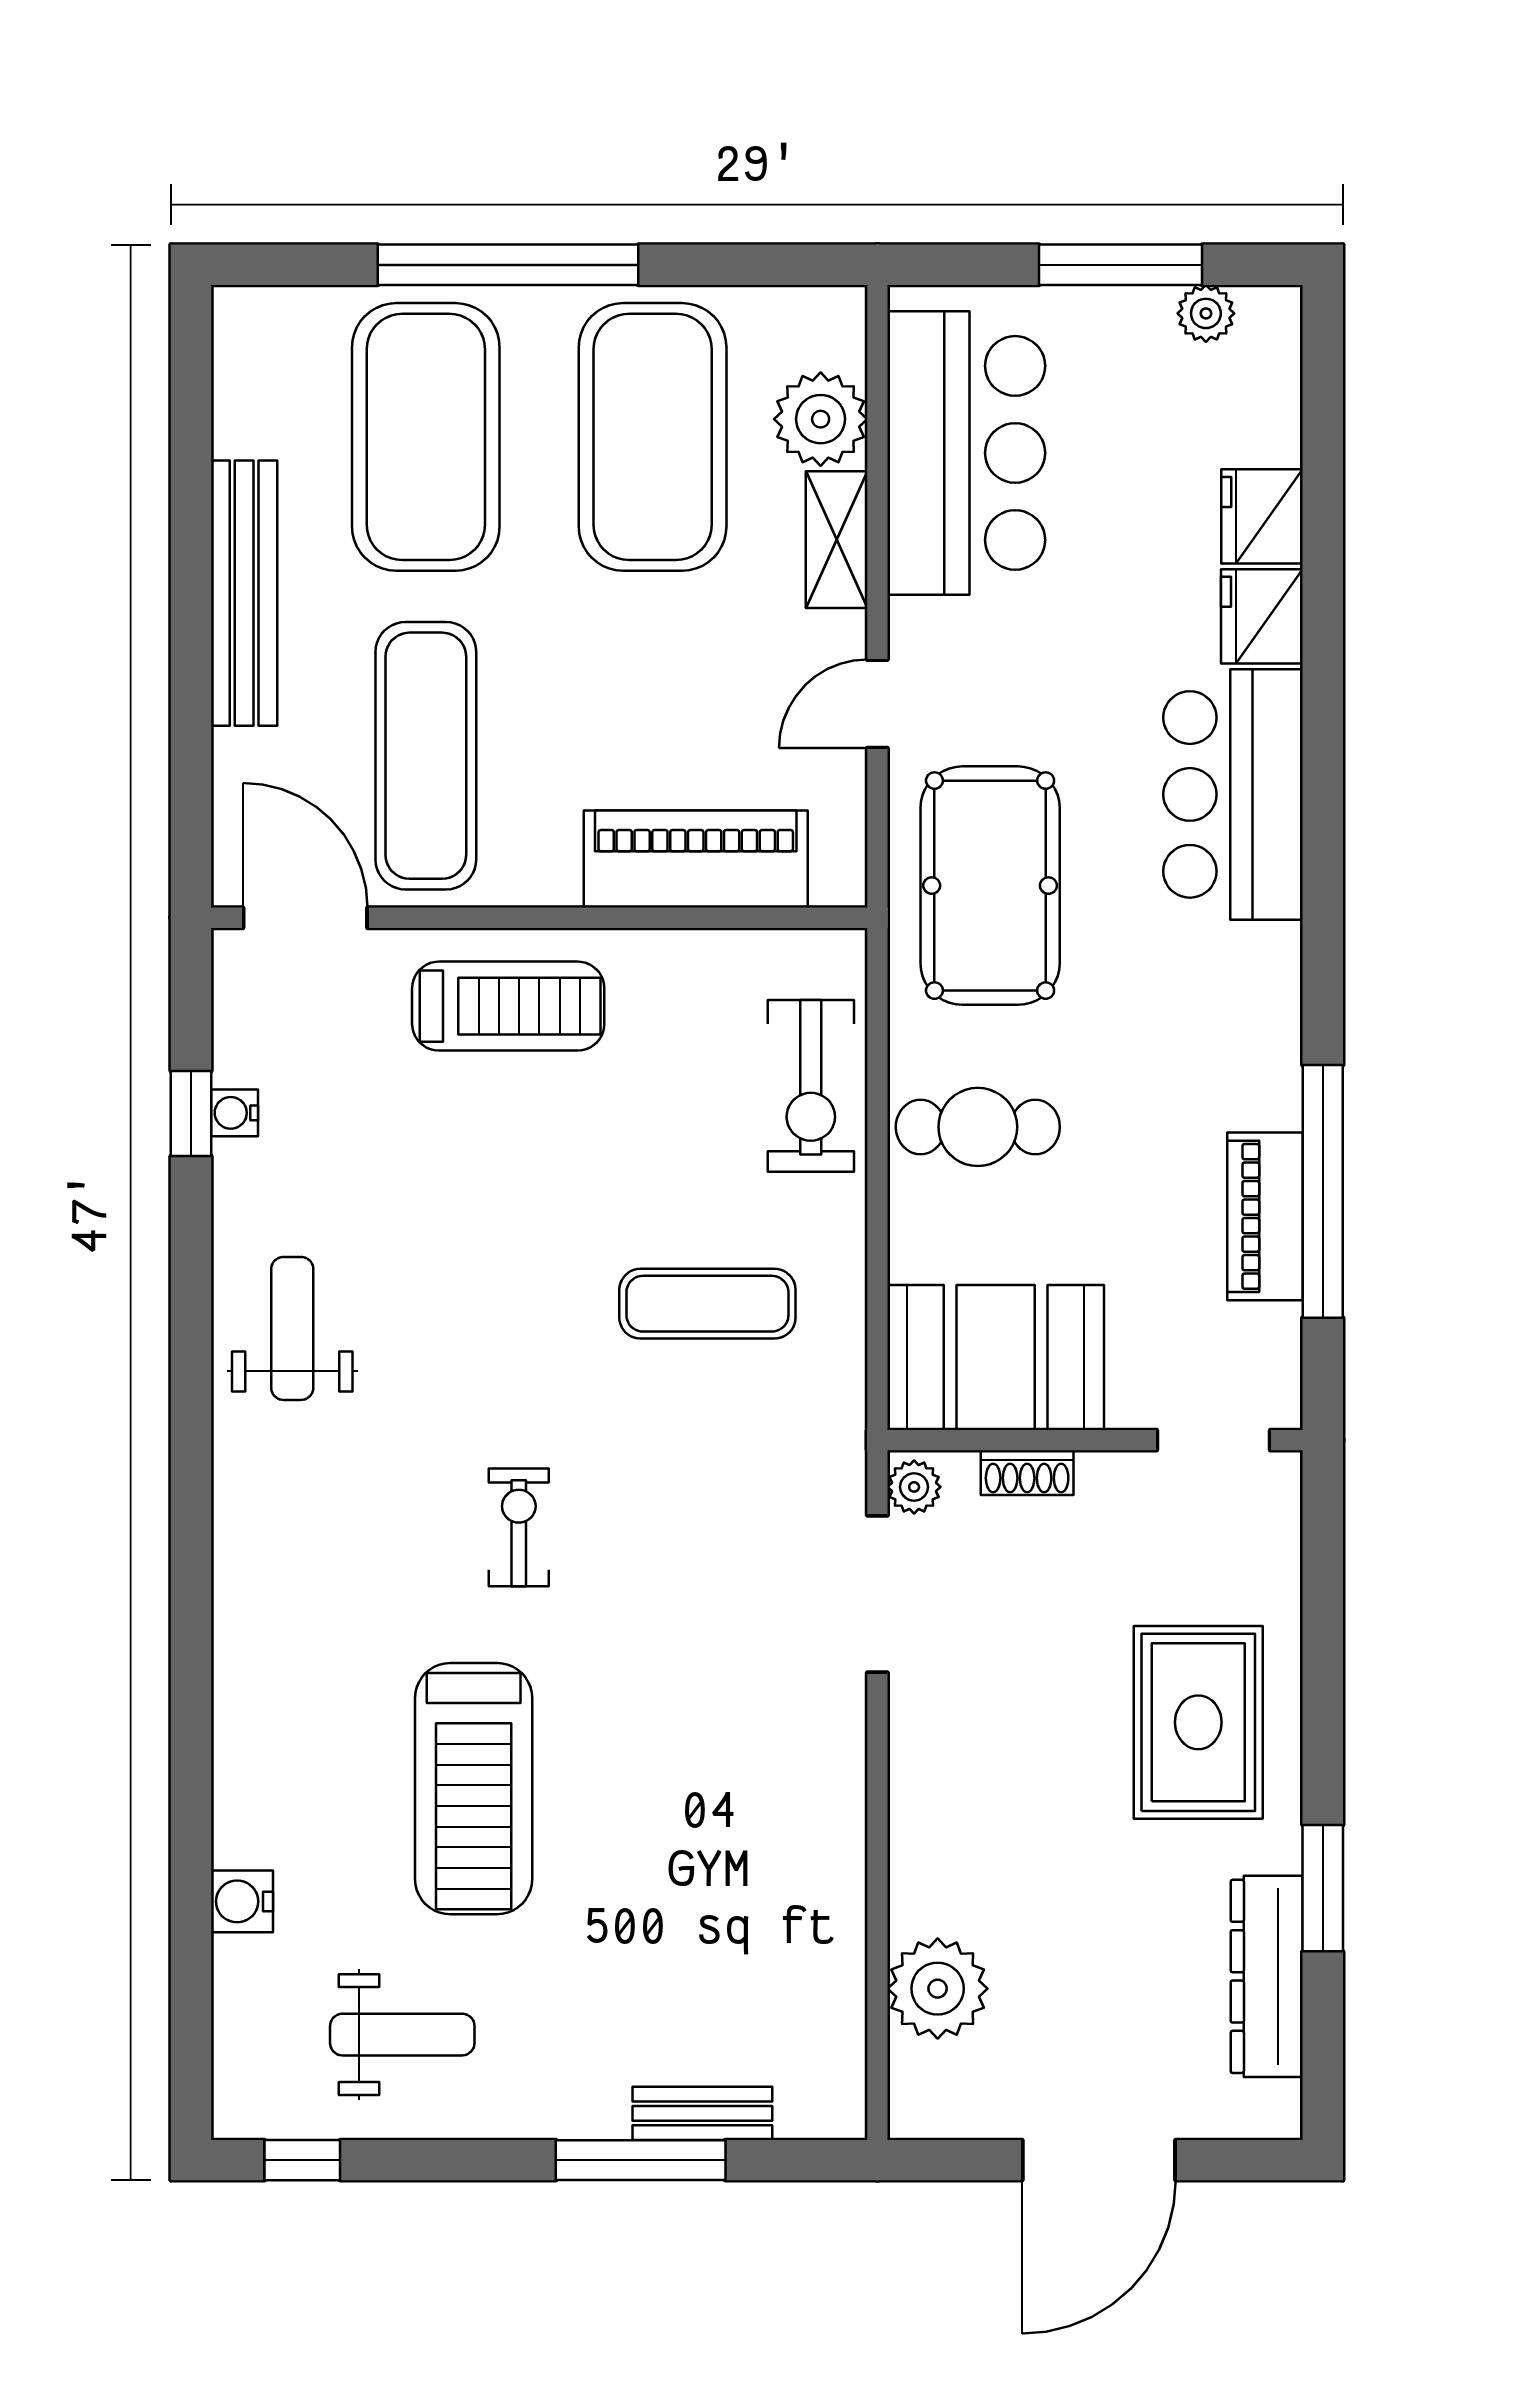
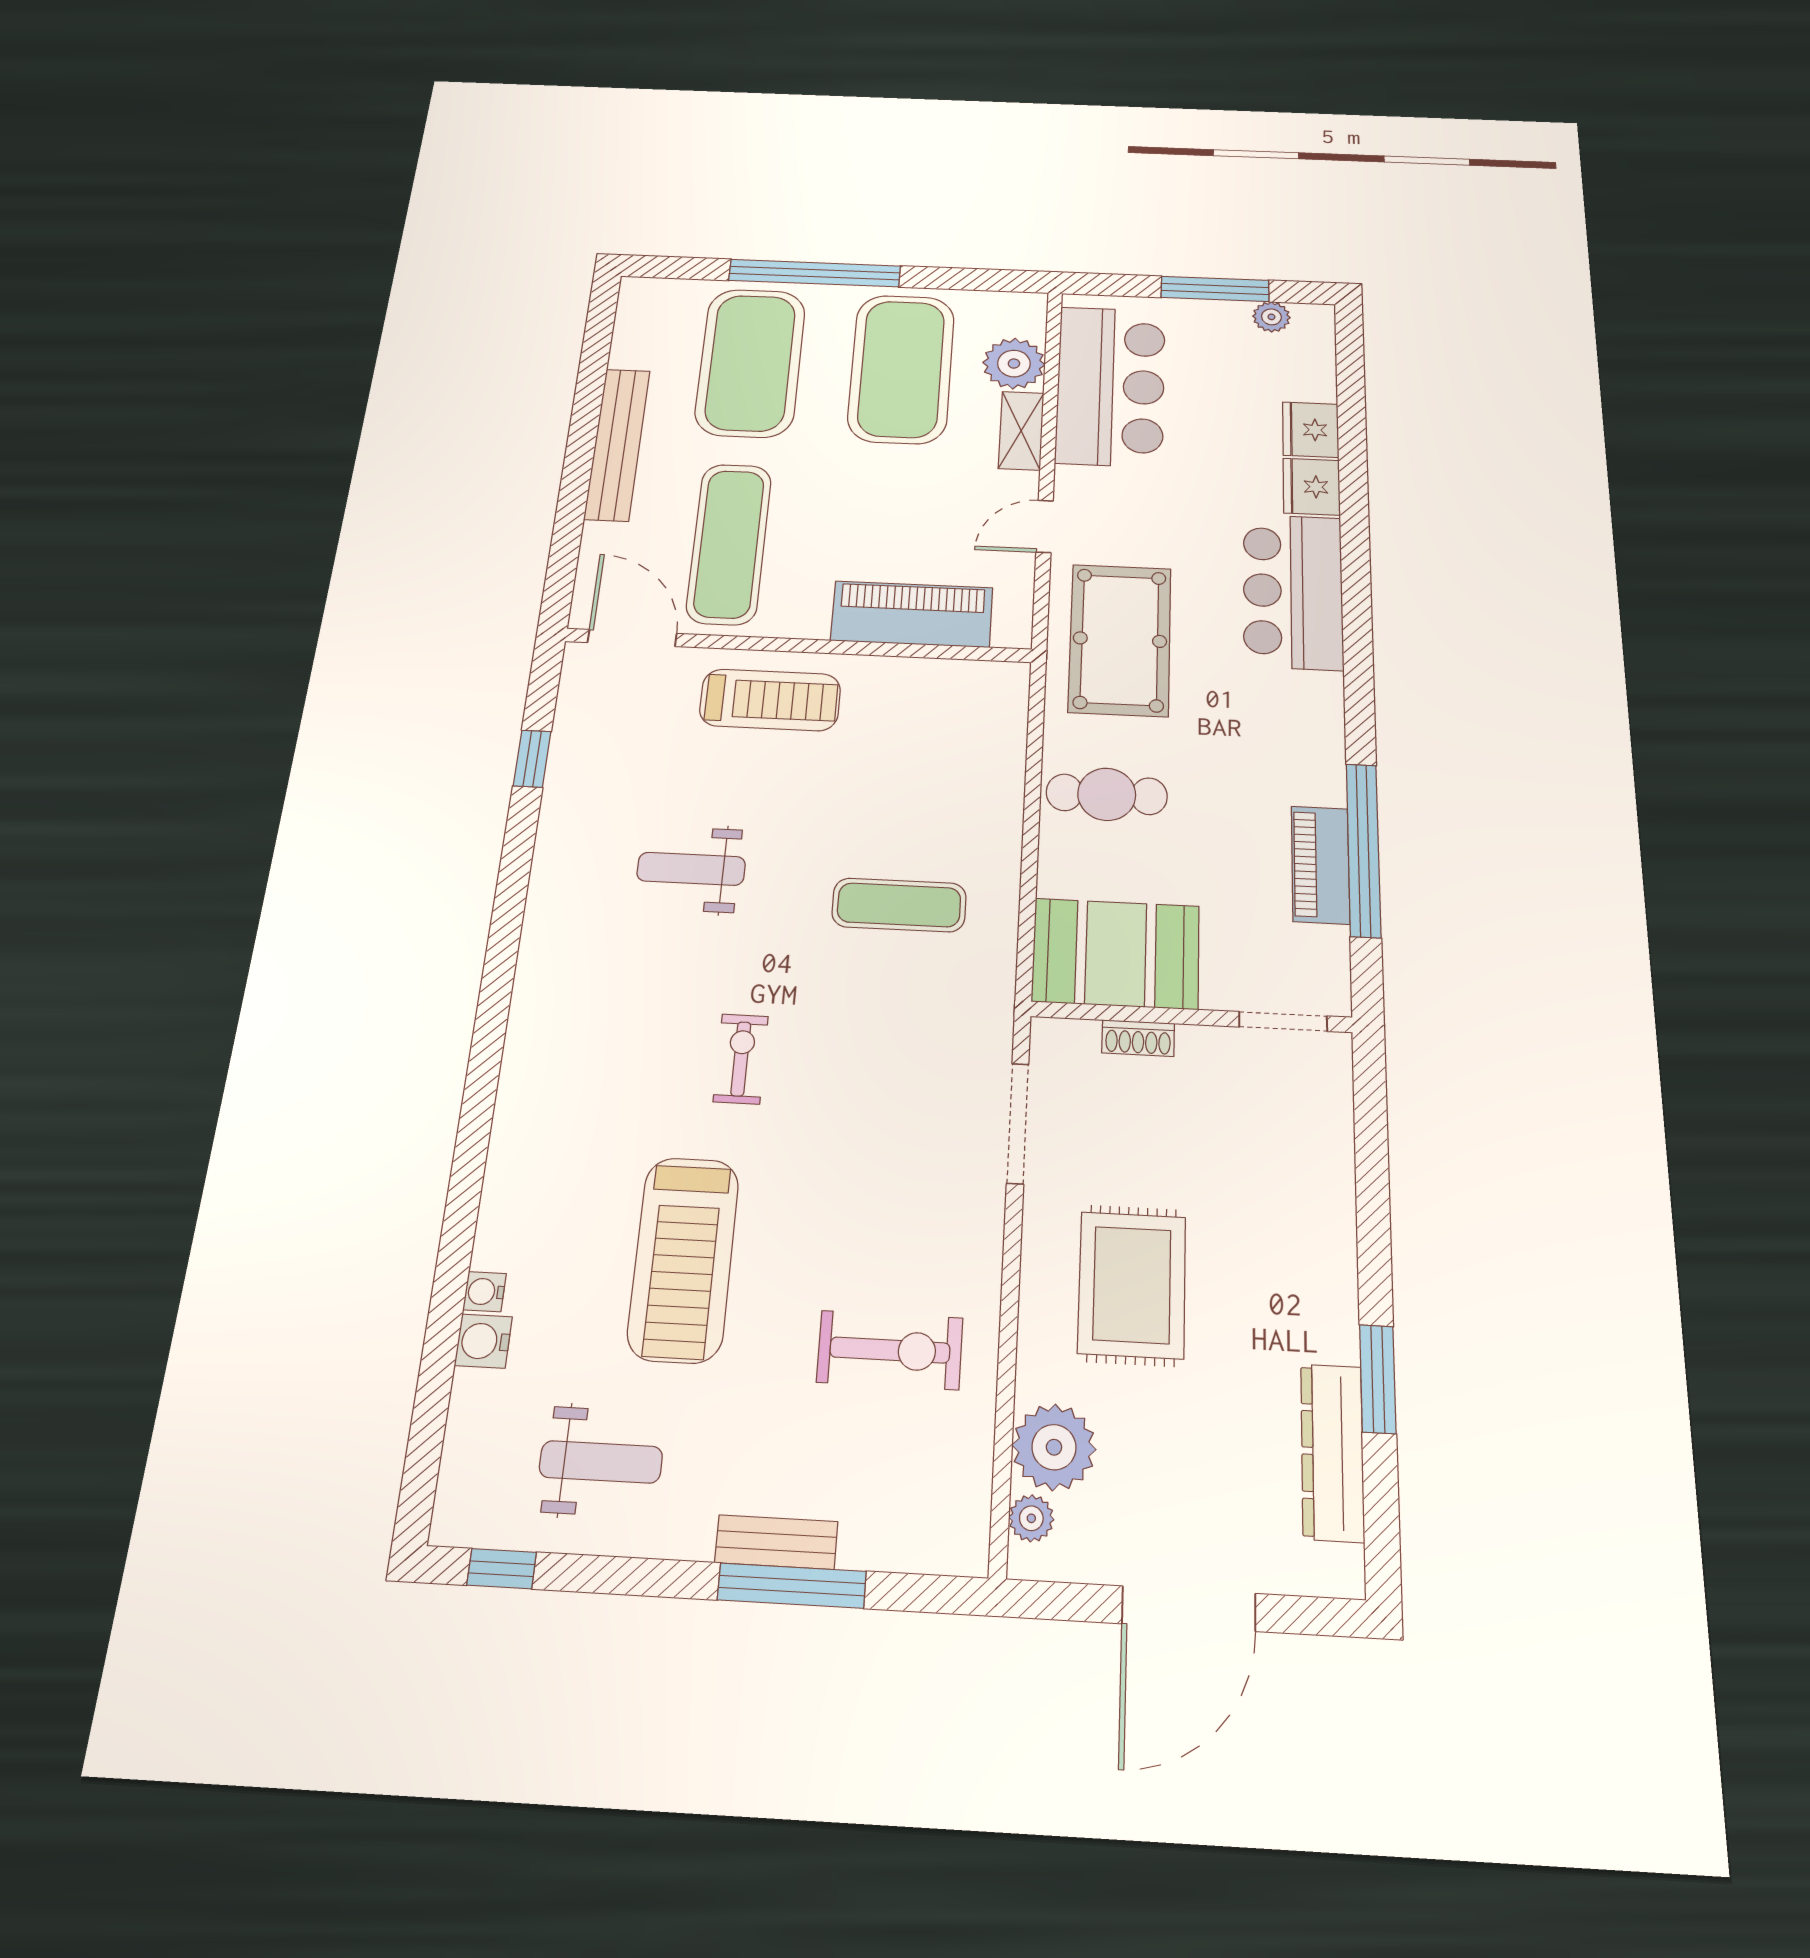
exercise bike: (811, 1086) -> (890, 1350), moved, turned -90
water cooler: (234, 1113) -> (485, 1292), moved
weight bench: (292, 1328) -> (691, 869), moved, turned -90
plant: (914, 1487) -> (1031, 1518), moved
rug: (1198, 1722) -> (1132, 1285), moved
bench: (702, 2113) -> (776, 1542), moved

